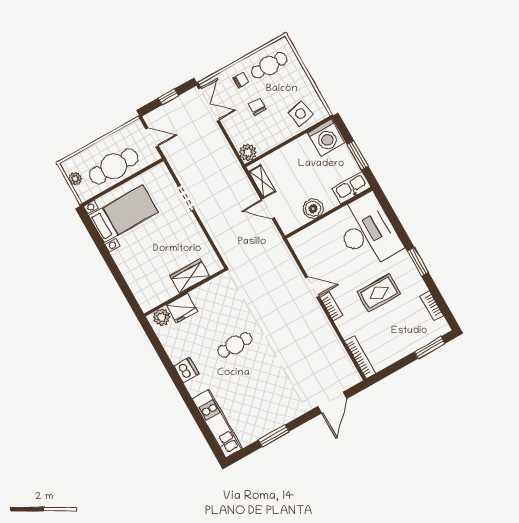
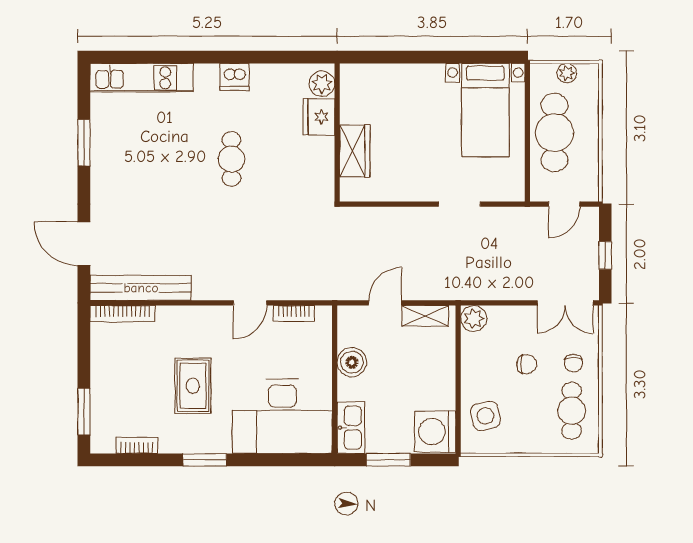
bookcase: (331, 307) -> (294, 314), moved
bench: (339, 355) -> (141, 288), added

